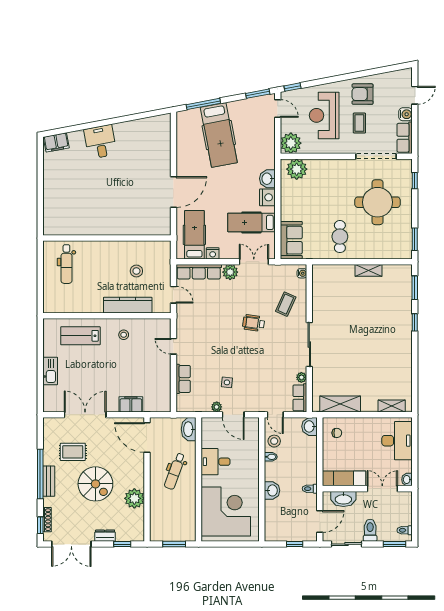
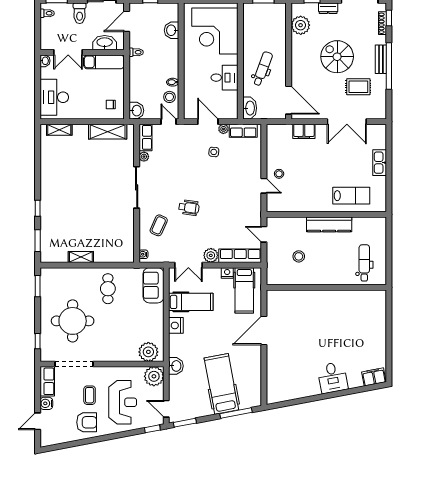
washbasin: (267, 179) -> (176, 366), moved
kitchen counter: (128, 305) -> (329, 224), moved
stool: (124, 335) -> (279, 174), moved
row of seats: (183, 379) -> (243, 131), moved, turned -90
washbasin: (272, 490) -> (172, 30), moved
plant: (134, 498) -> (301, 25), moved

